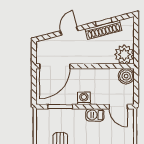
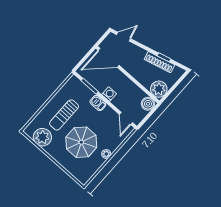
door: (69, 31) -> (124, 37), moved
barbecue: (95, 115) -> (98, 103), moved

